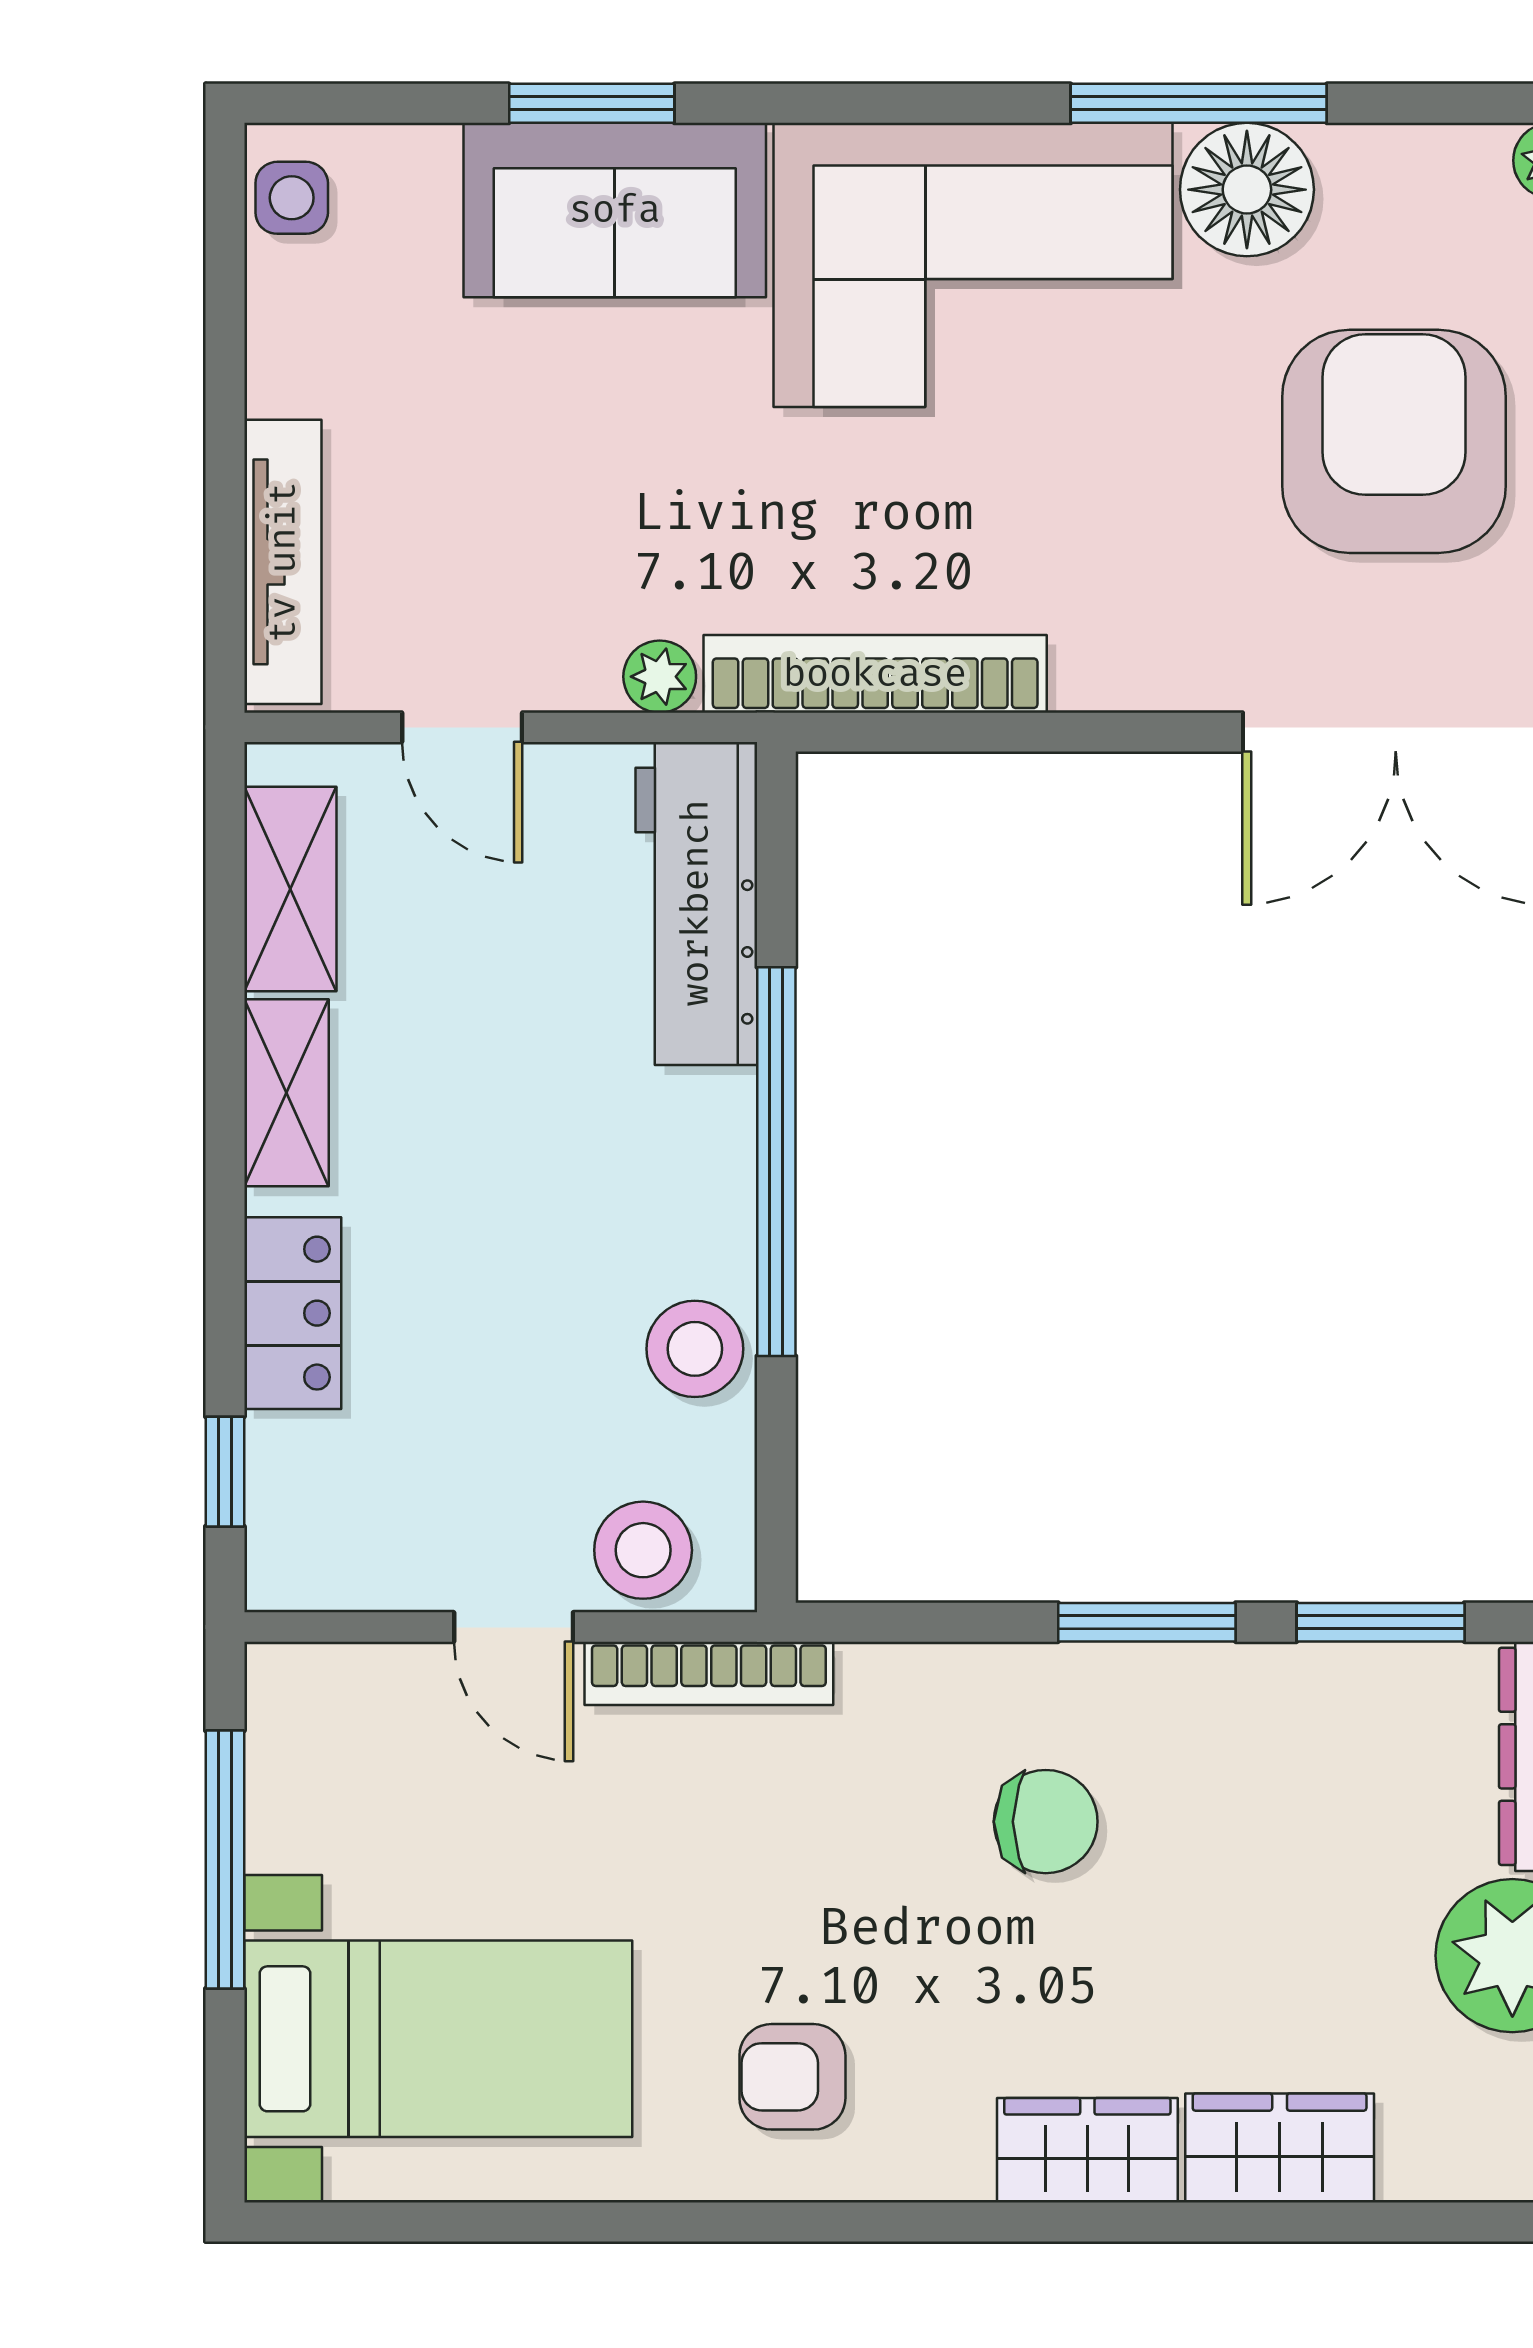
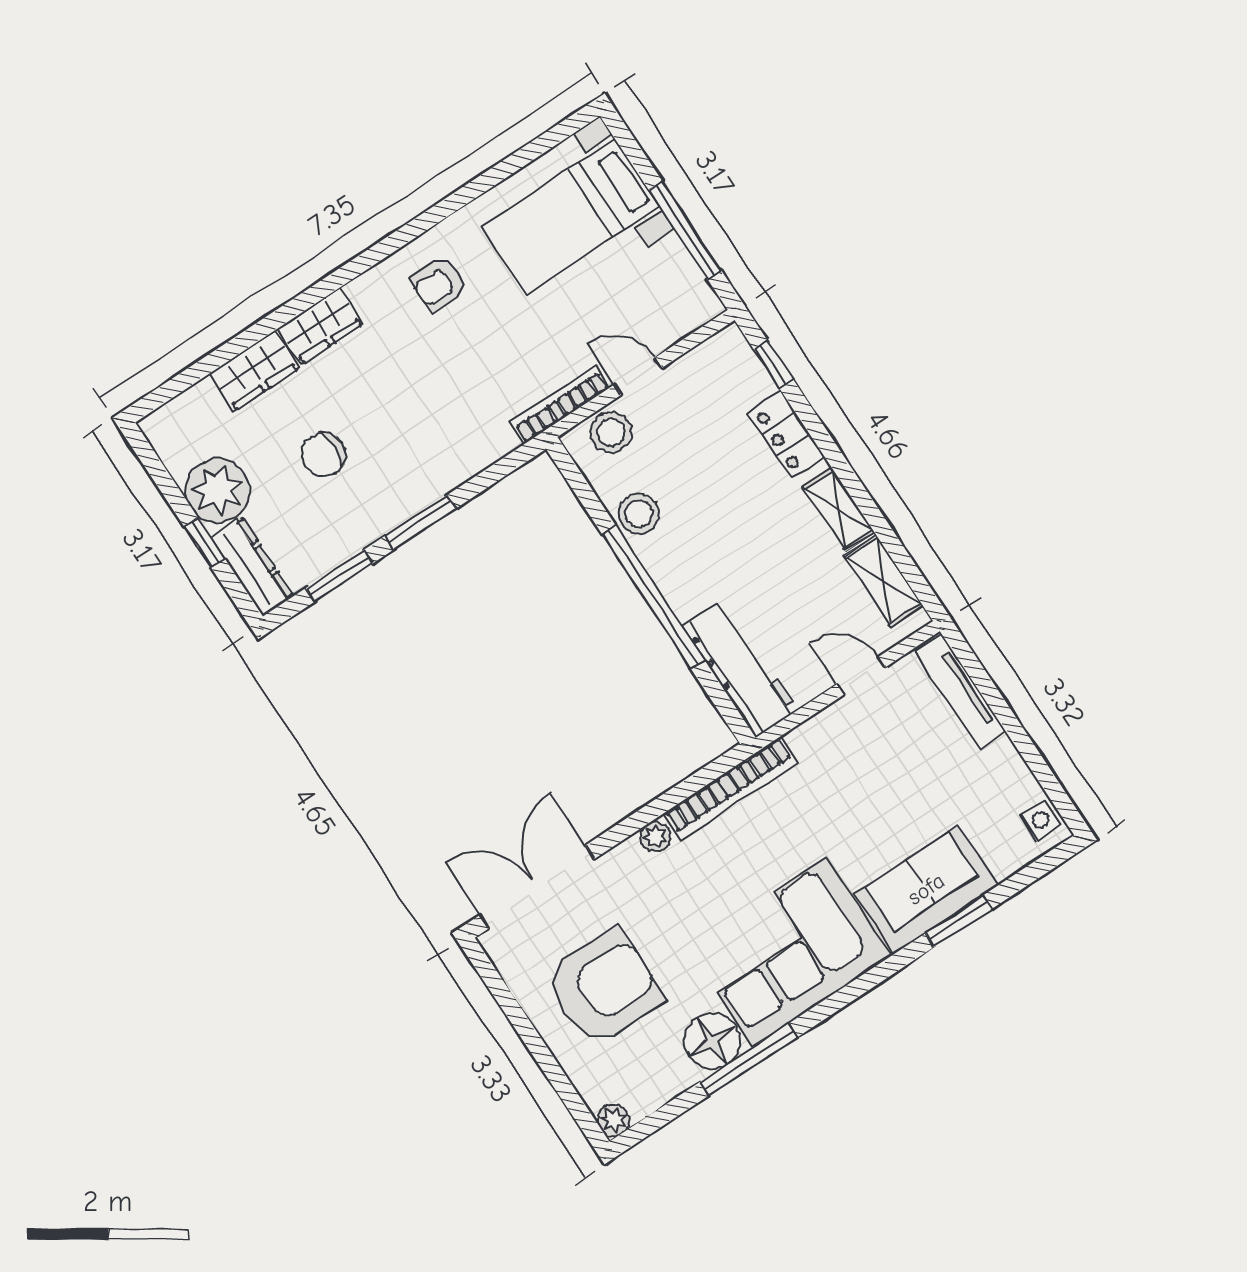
armchair: (1394, 441) -> (604, 987), turned -90
plant: (660, 677) -> (655, 837), moved
chair: (1046, 1822) -> (324, 454), moved
armchair: (792, 2077) -> (439, 284), turned 180

